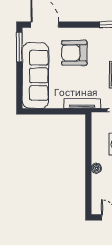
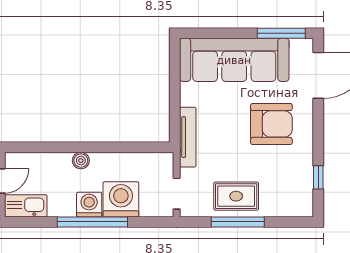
armchair: (74, 53) -> (271, 124), turned 90

